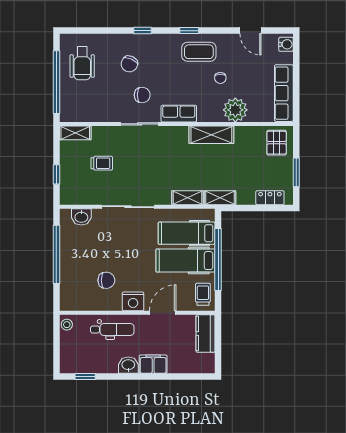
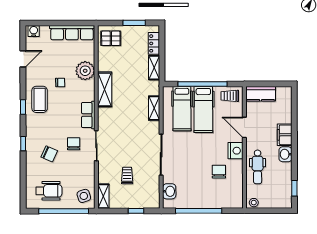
side table: (76, 108) -> (84, 196), added
shelving: (220, 198) -> (154, 68), moved
dental chair: (112, 330) -> (258, 167), turned 180

